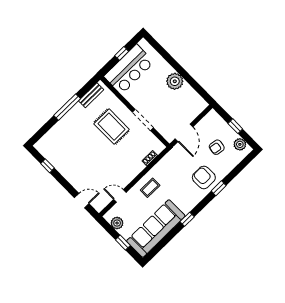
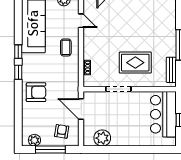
plant: (175, 81) -> (102, 138), moved
window: (235, 126) -> (50, 150), width x2.17
armchair: (217, 147) -> (62, 131), moved
window: (219, 188) -> (18, 72), moved
door: (120, 196) -> (81, 21), hinge flipped

